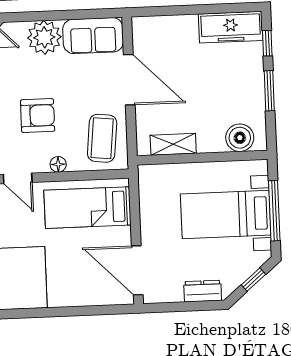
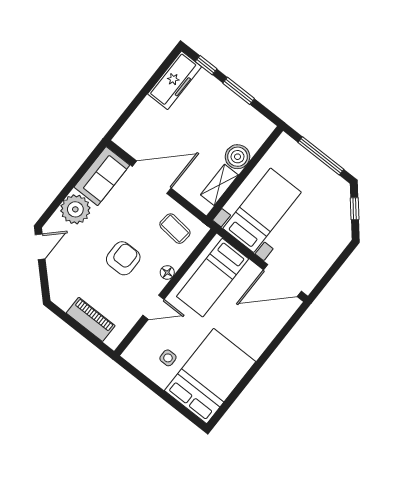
coffee table: (102, 138) -> (175, 229), width x0.73, depth x0.77
boiler: (240, 138) -> (237, 157), moved
bed with nightstands: (226, 214) -> (262, 210), moved, turned 180
dresser: (203, 291) -> (333, 249), removed

